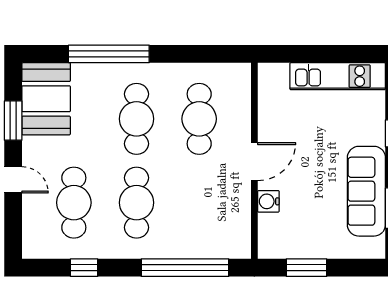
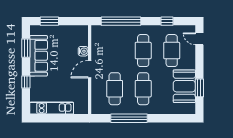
window: (109, 54) -> (129, 118), moved
booth: (46, 99) -> (184, 86), moved
door: (13, 180) -> (199, 39), moved
window: (307, 268) -> (49, 21), moved

